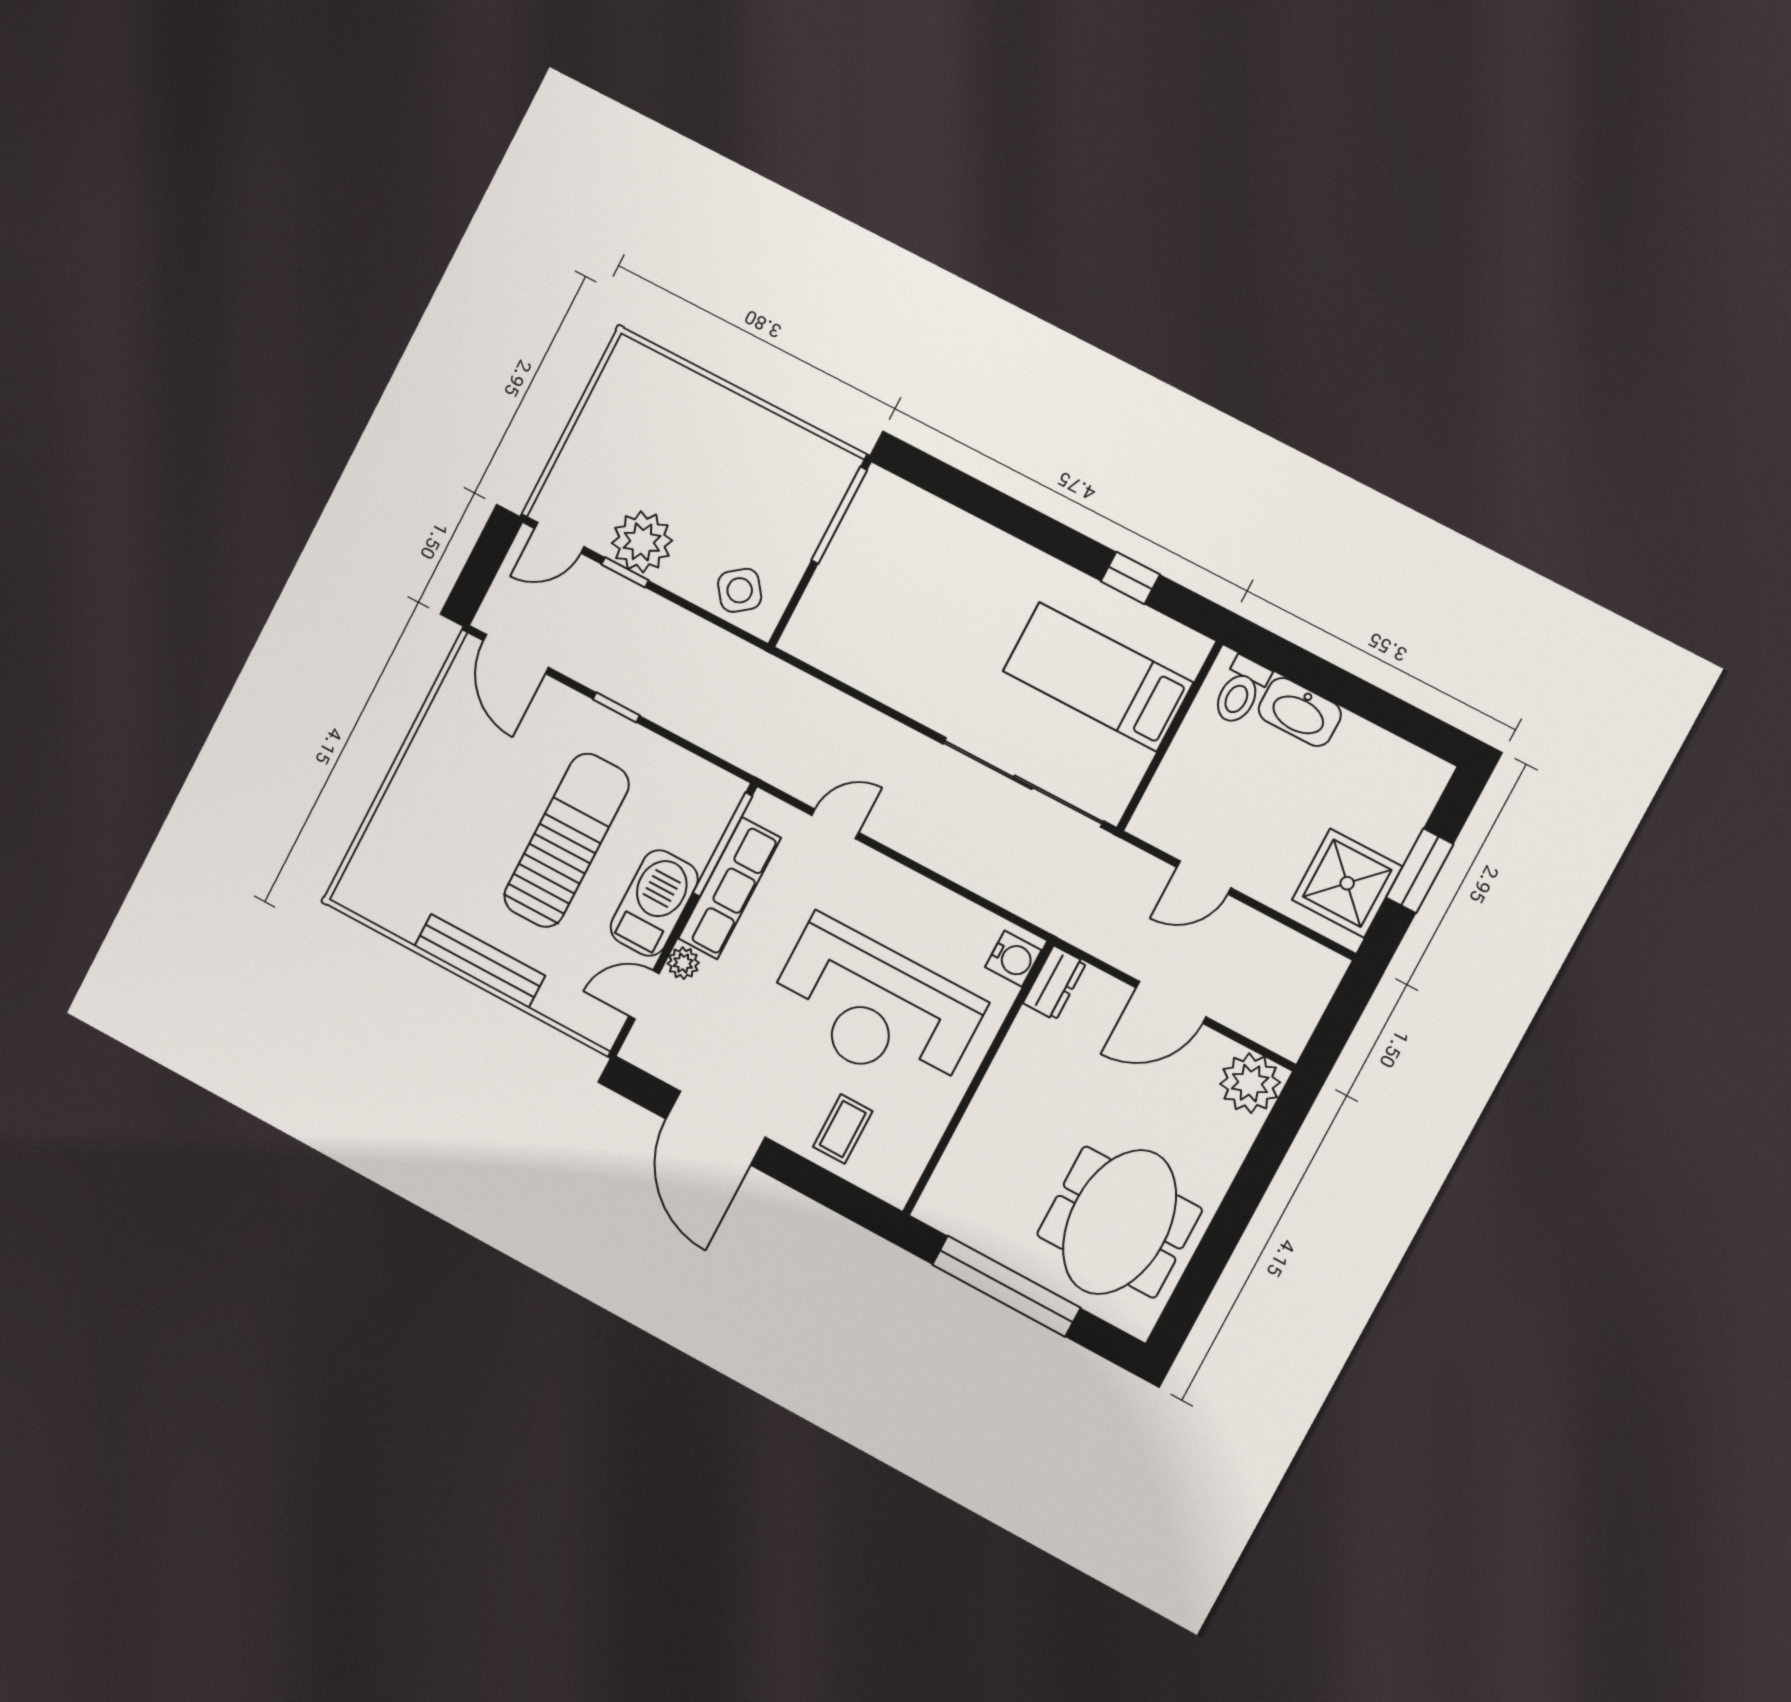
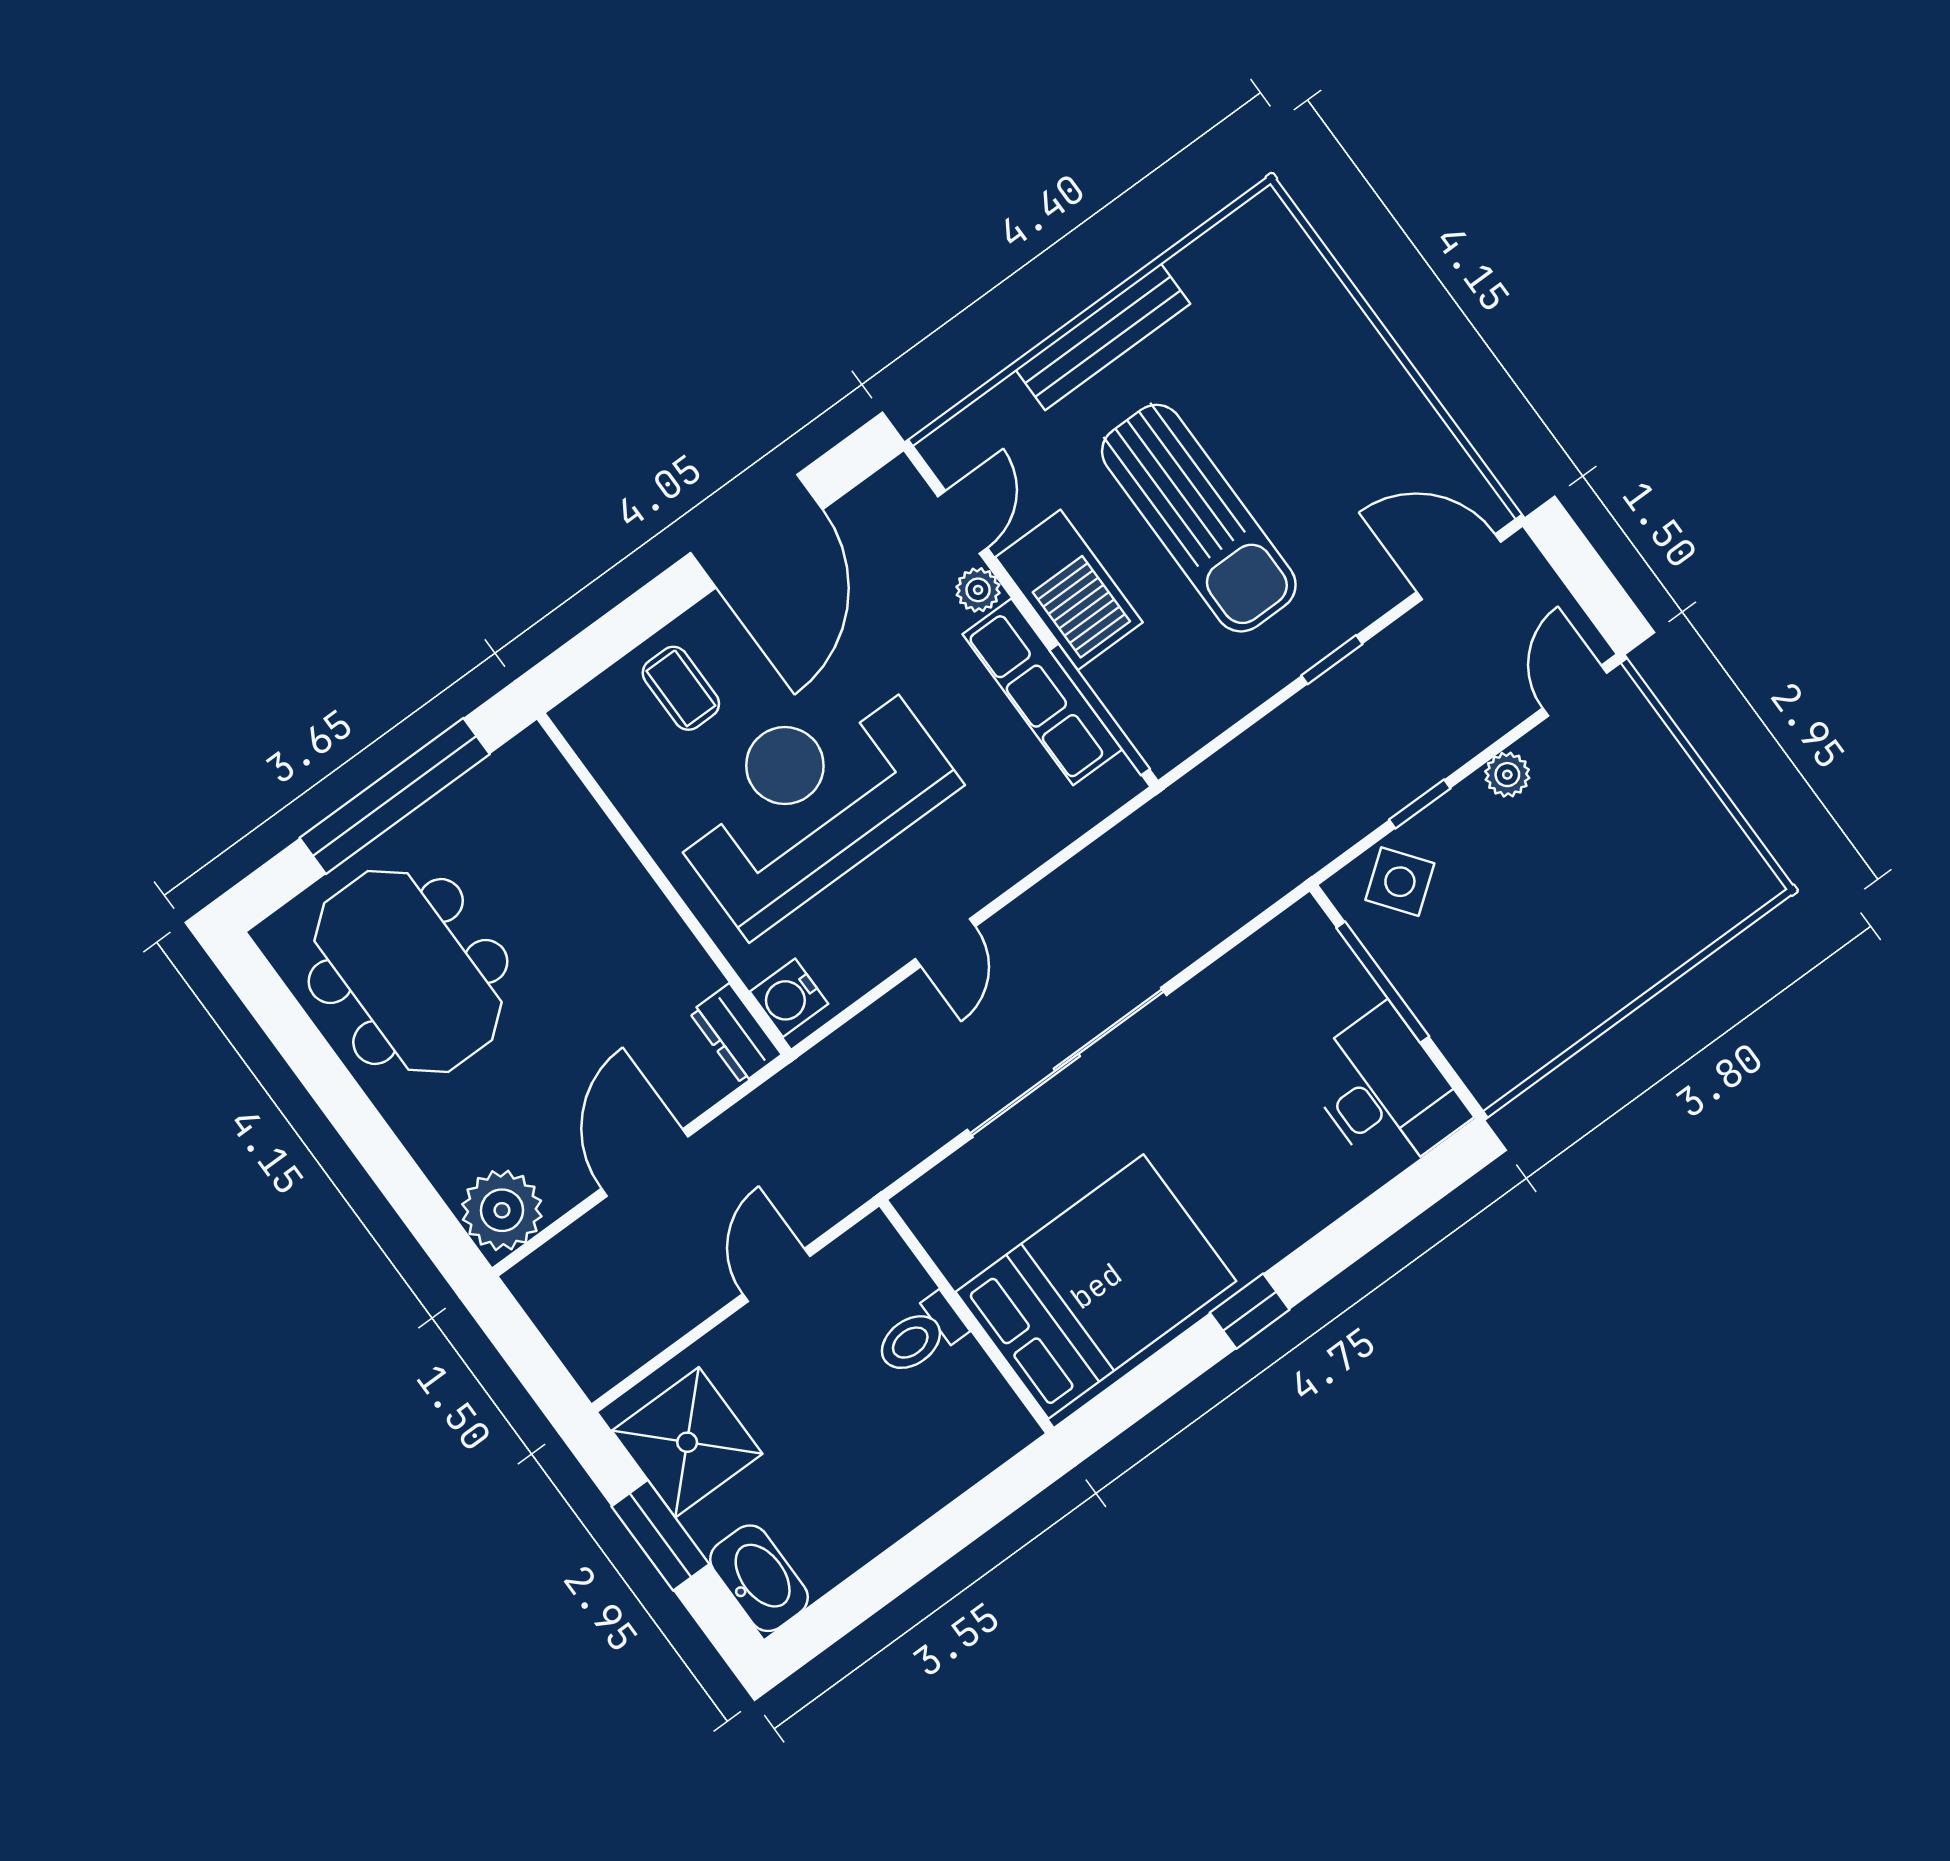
window: (839, 515) -> (1383, 982), moved
desk: (883, 531) -> (1385, 1092), added
plant: (642, 542) -> (1507, 775), width x0.53, depth x0.53
window: (625, 572) -> (1420, 804), moved
window: (1130, 578) -> (1250, 1311), moved
bed: (1098, 677) -> (1096, 1286), width x1.50
toilet: (1241, 691) -> (920, 1335), moved, turned -90
washbasin: (1300, 712) -> (759, 1578), moved, turned 90
sliding door: (1023, 782) -> (1067, 1062), moved
door: (835, 824) -> (945, 943), moved
door: (715, 1128) -> (757, 531), swing flipped

